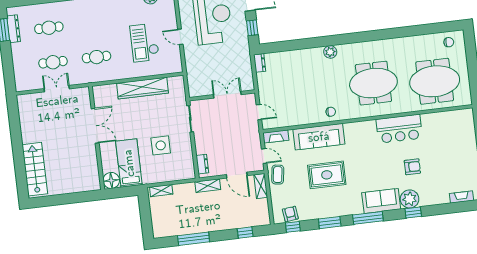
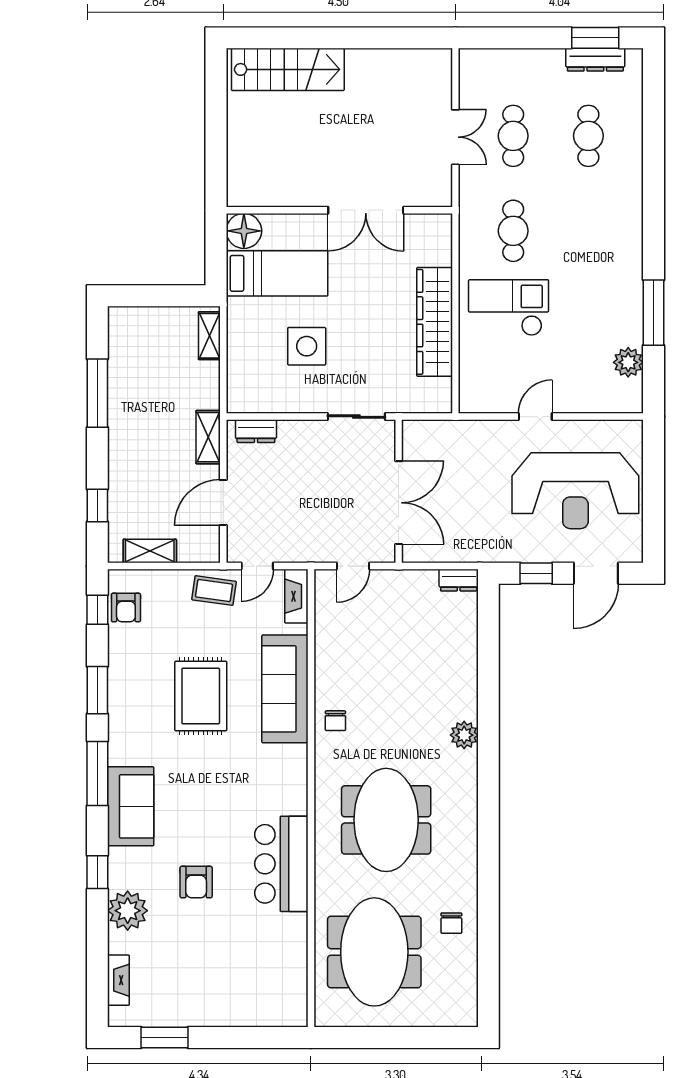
chair: (449, 42) -> (451, 923), moved
checkout: (145, 43) -> (509, 308), moved
double door: (227, 95) -> (399, 503), width x1.37
shelving: (261, 186) -> (150, 551), moved
plant: (410, 199) -> (128, 911), moved
armchair: (290, 214) -> (126, 607), turned 97

